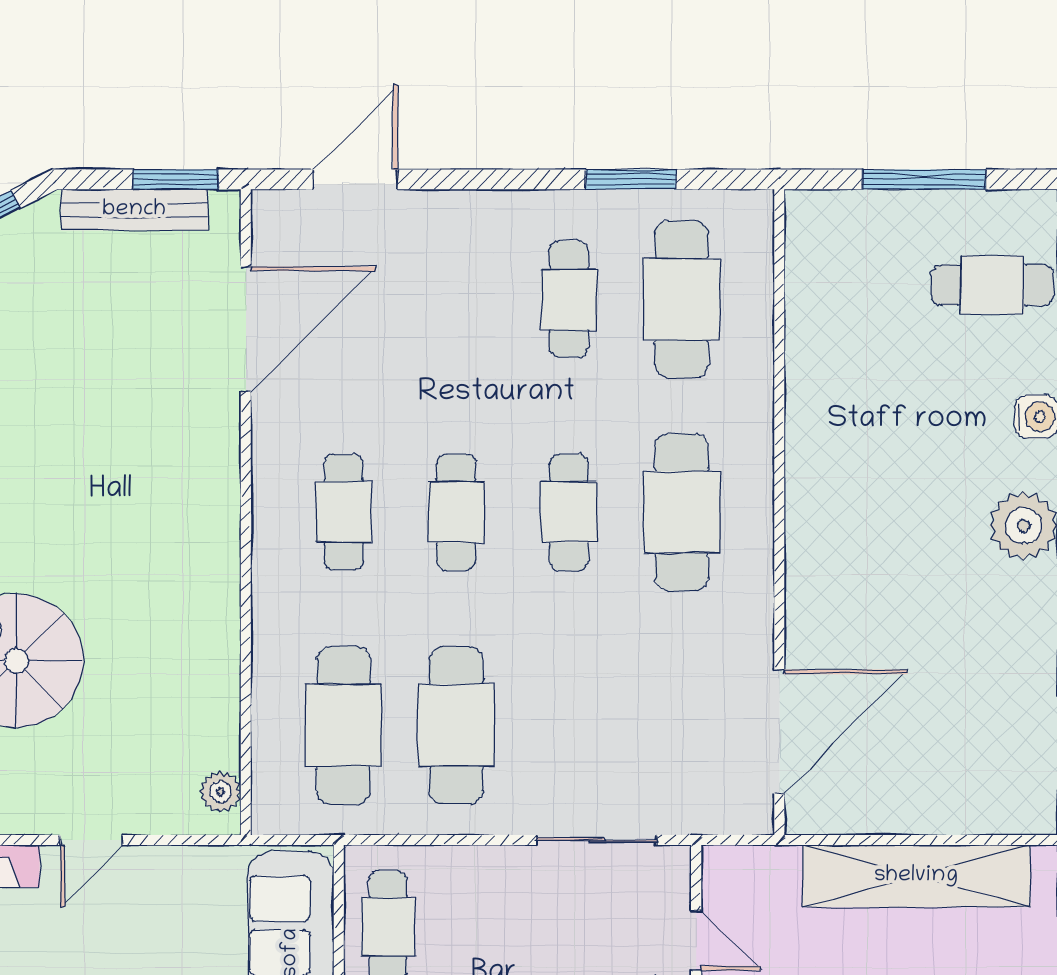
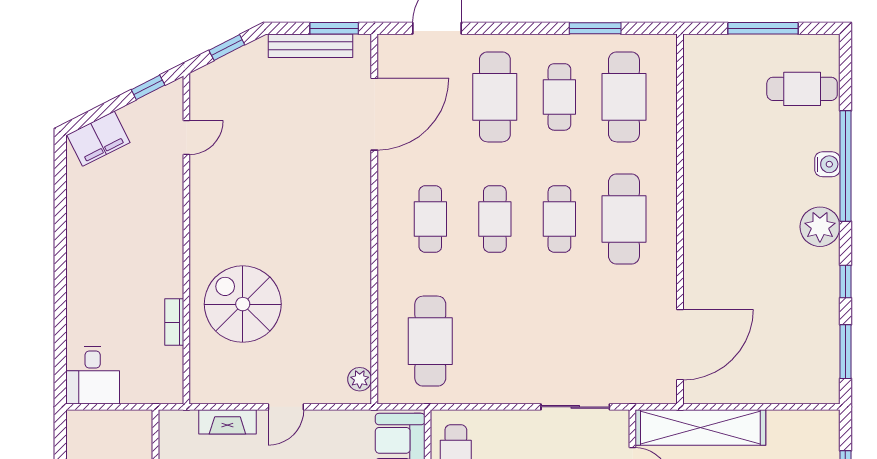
cafe table: (456, 725) -> (495, 97), moved
shelving: (916, 876) -> (700, 428), moved

